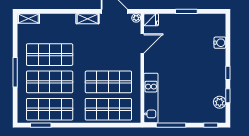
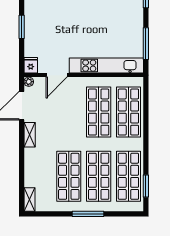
door: (142, 44) -> (57, 75), swing flipped
kitchen unit: (151, 98) -> (106, 66), width x1.36

